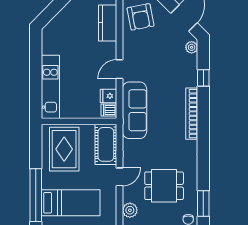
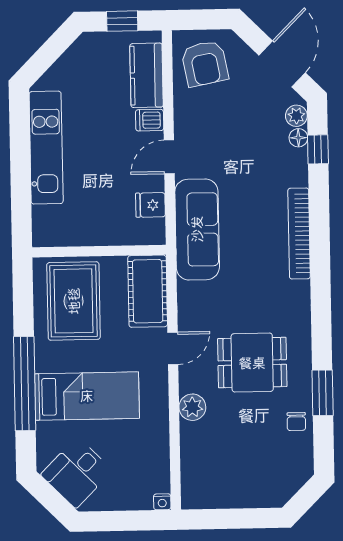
floor lamp: (192, 60) -> (298, 138), added
window: (203, 78) -> (318, 149), moved
kitchen unit: (50, 87) -> (46, 148), moved
dishwasher: (109, 110) -> (150, 120), moved

